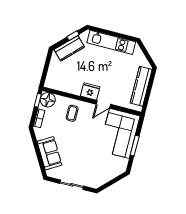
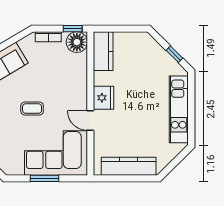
kitchen counter: (69, 48) -> (103, 51), moved, turned -135
coffee table: (72, 113) -> (32, 109), moved

